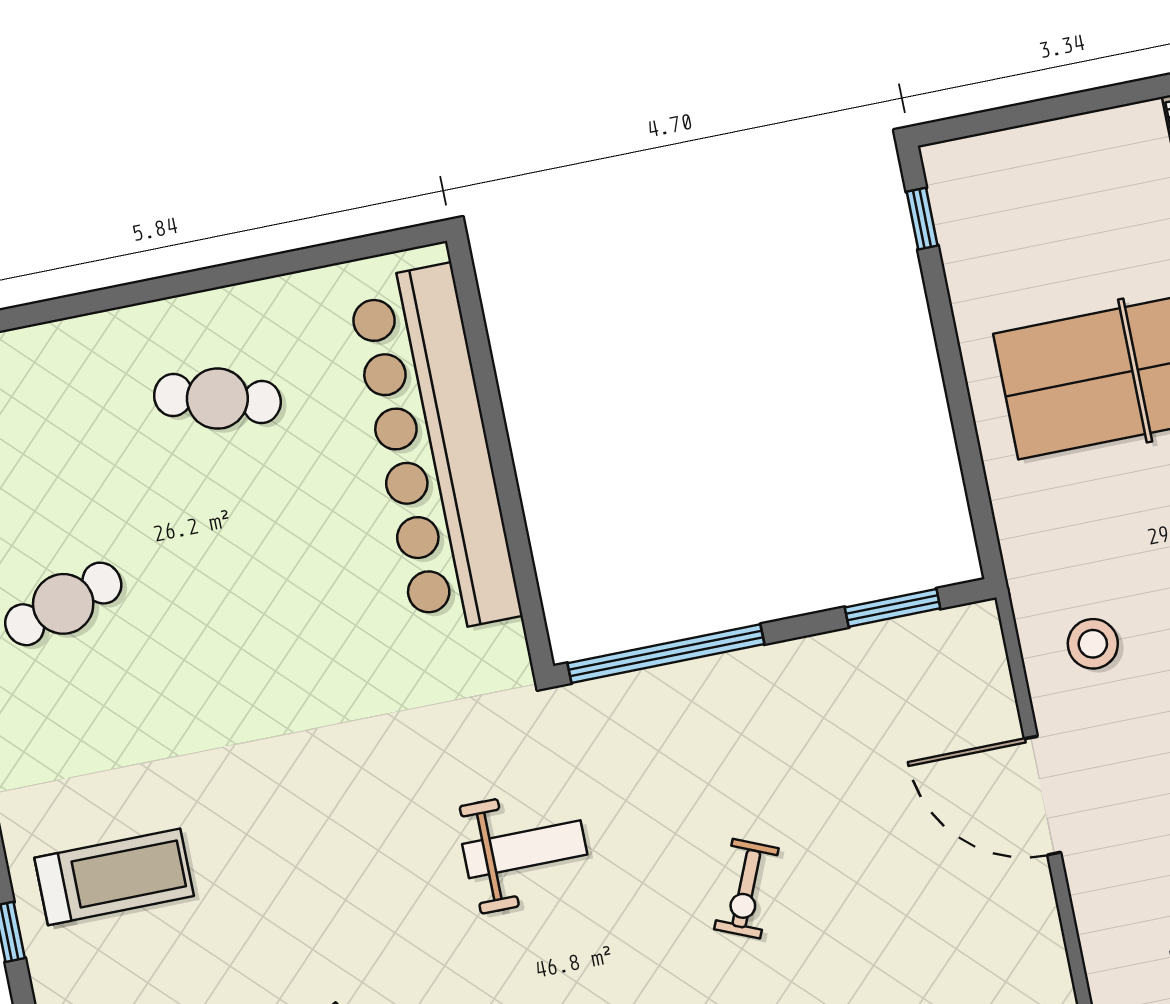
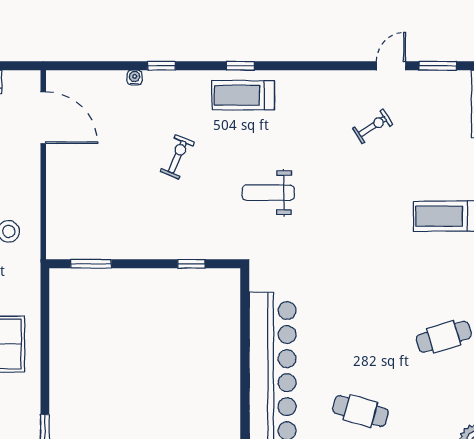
window: (666, 654) -> (191, 264), width x0.32
door: (1043, 796) -> (43, 118), moved

